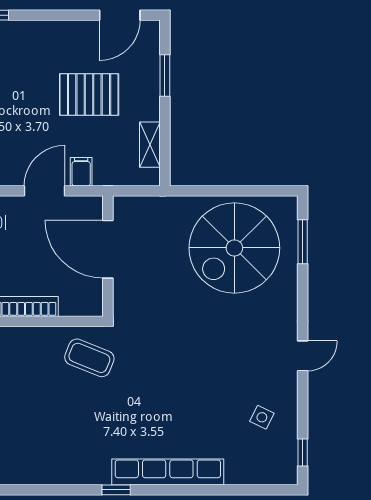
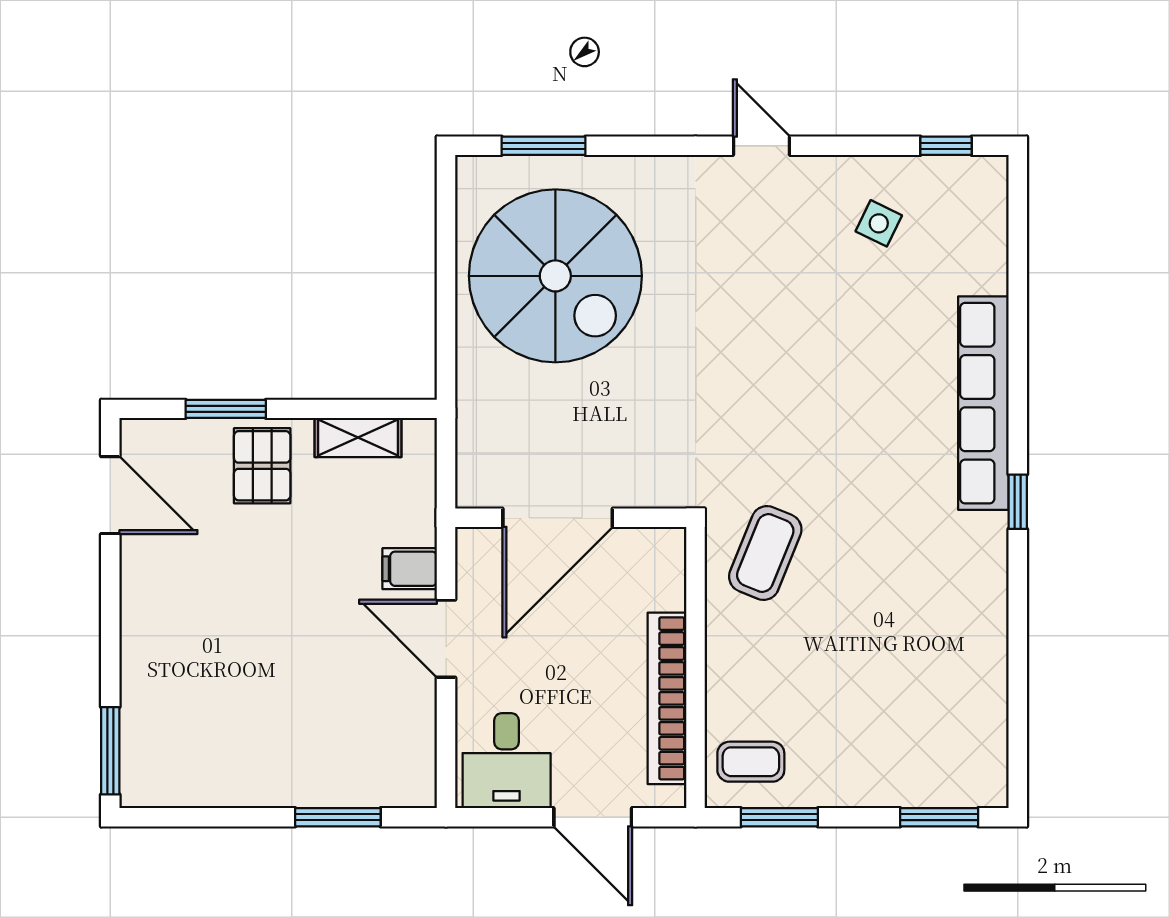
pallet: (89, 94) -> (262, 466), moved, width x0.67, depth x0.71

